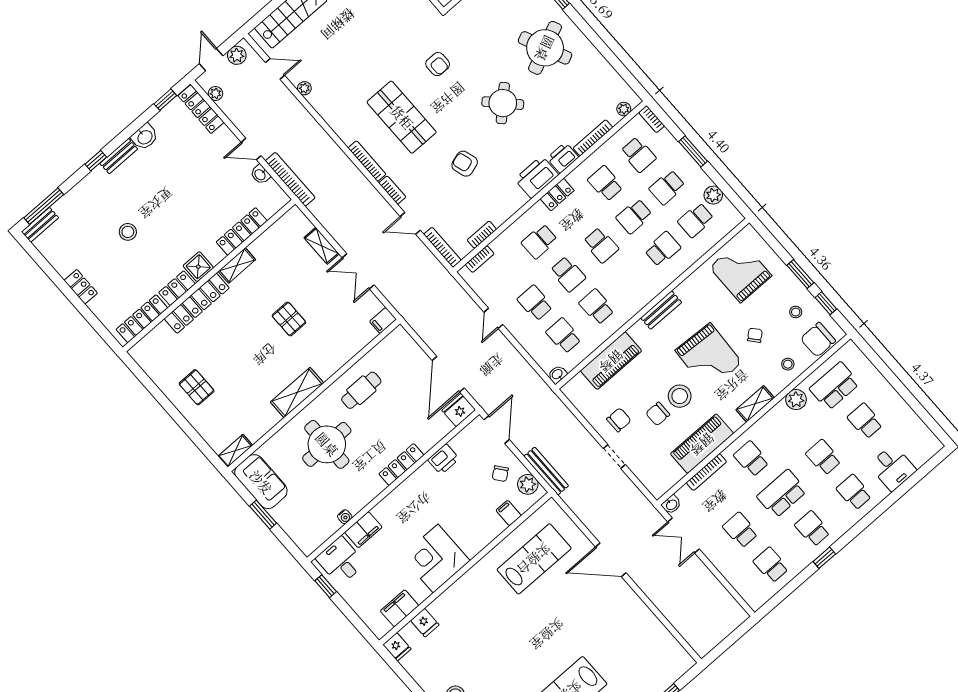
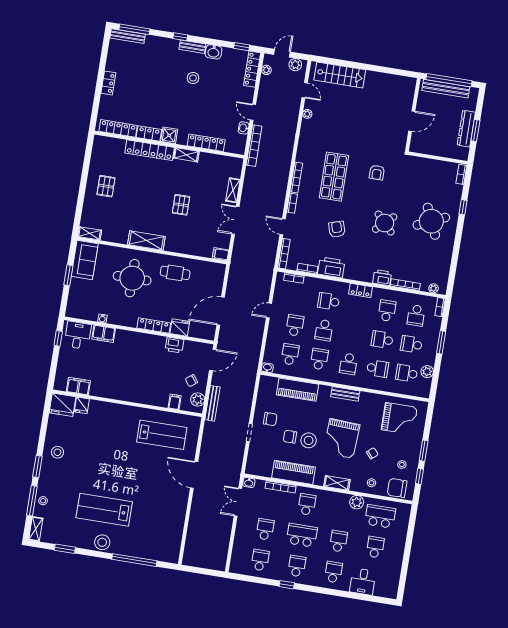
printer: (536, 177) -> (331, 267), moved
bench: (40, 225) -> (128, 36), width x1.36
stool: (128, 232) -> (193, 78), moved
school desk: (601, 245) -> (348, 364), moved
grand piano: (741, 271) -> (399, 419), turned 90
fridge: (459, 410) -> (180, 328), moved
corner desk: (436, 558) -> (120, 383), removed
fridge: (397, 647) -> (62, 405), width x1.88, depth x1.34

